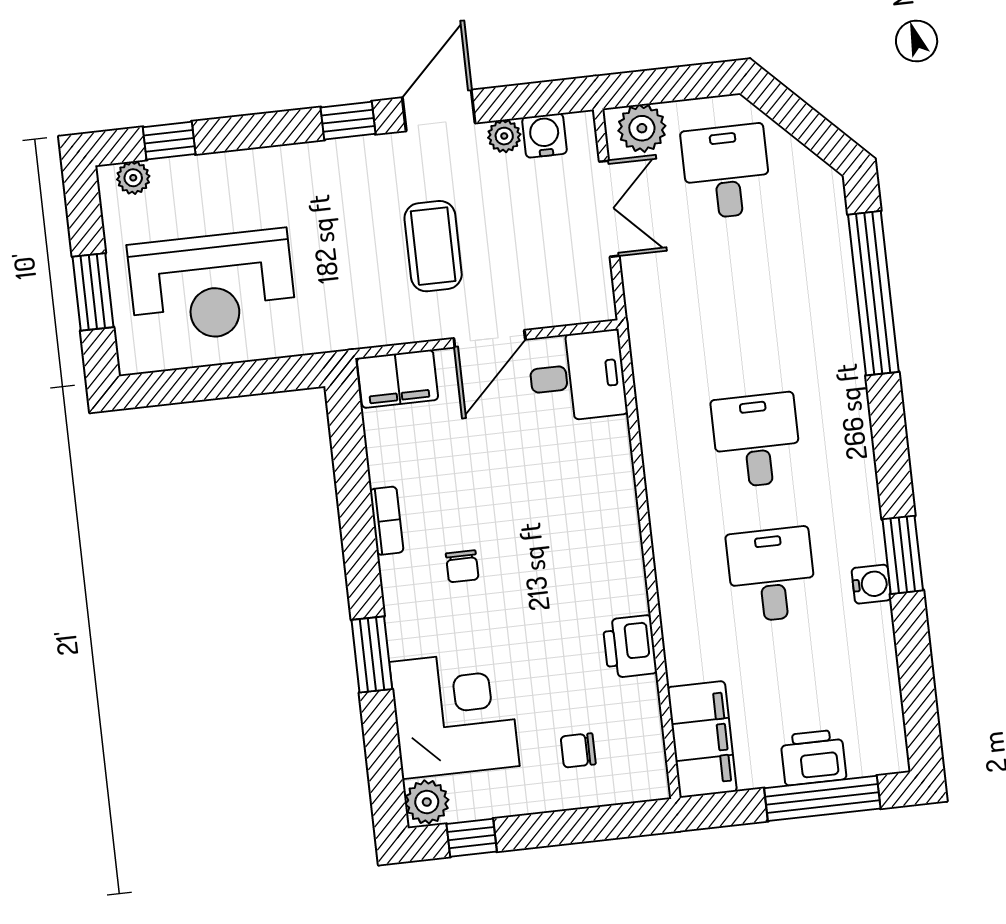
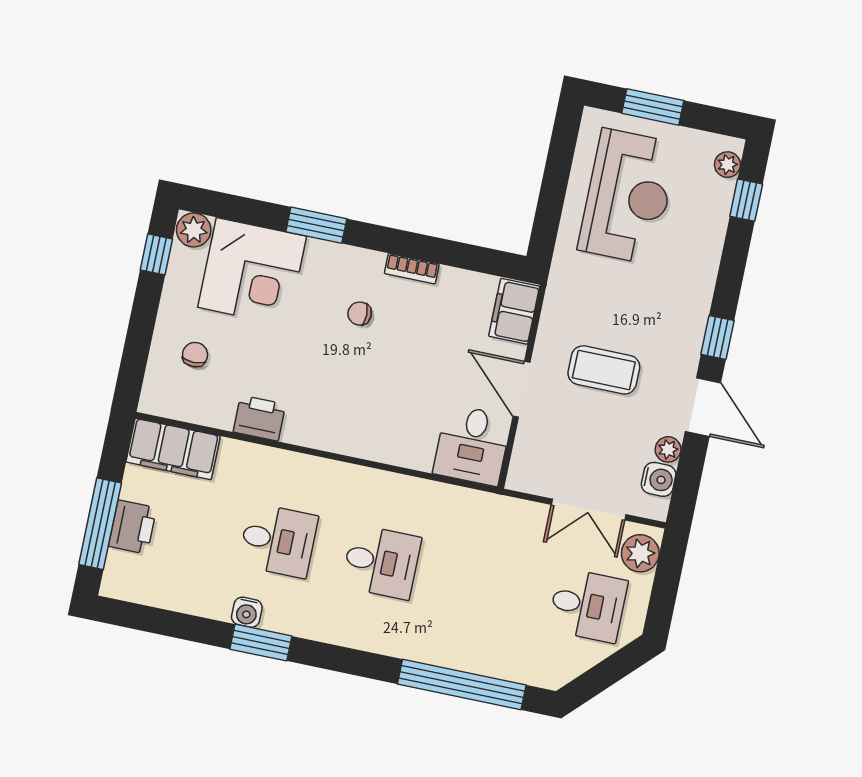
reception desk: (212, 286) -> (628, 196), turned 180

